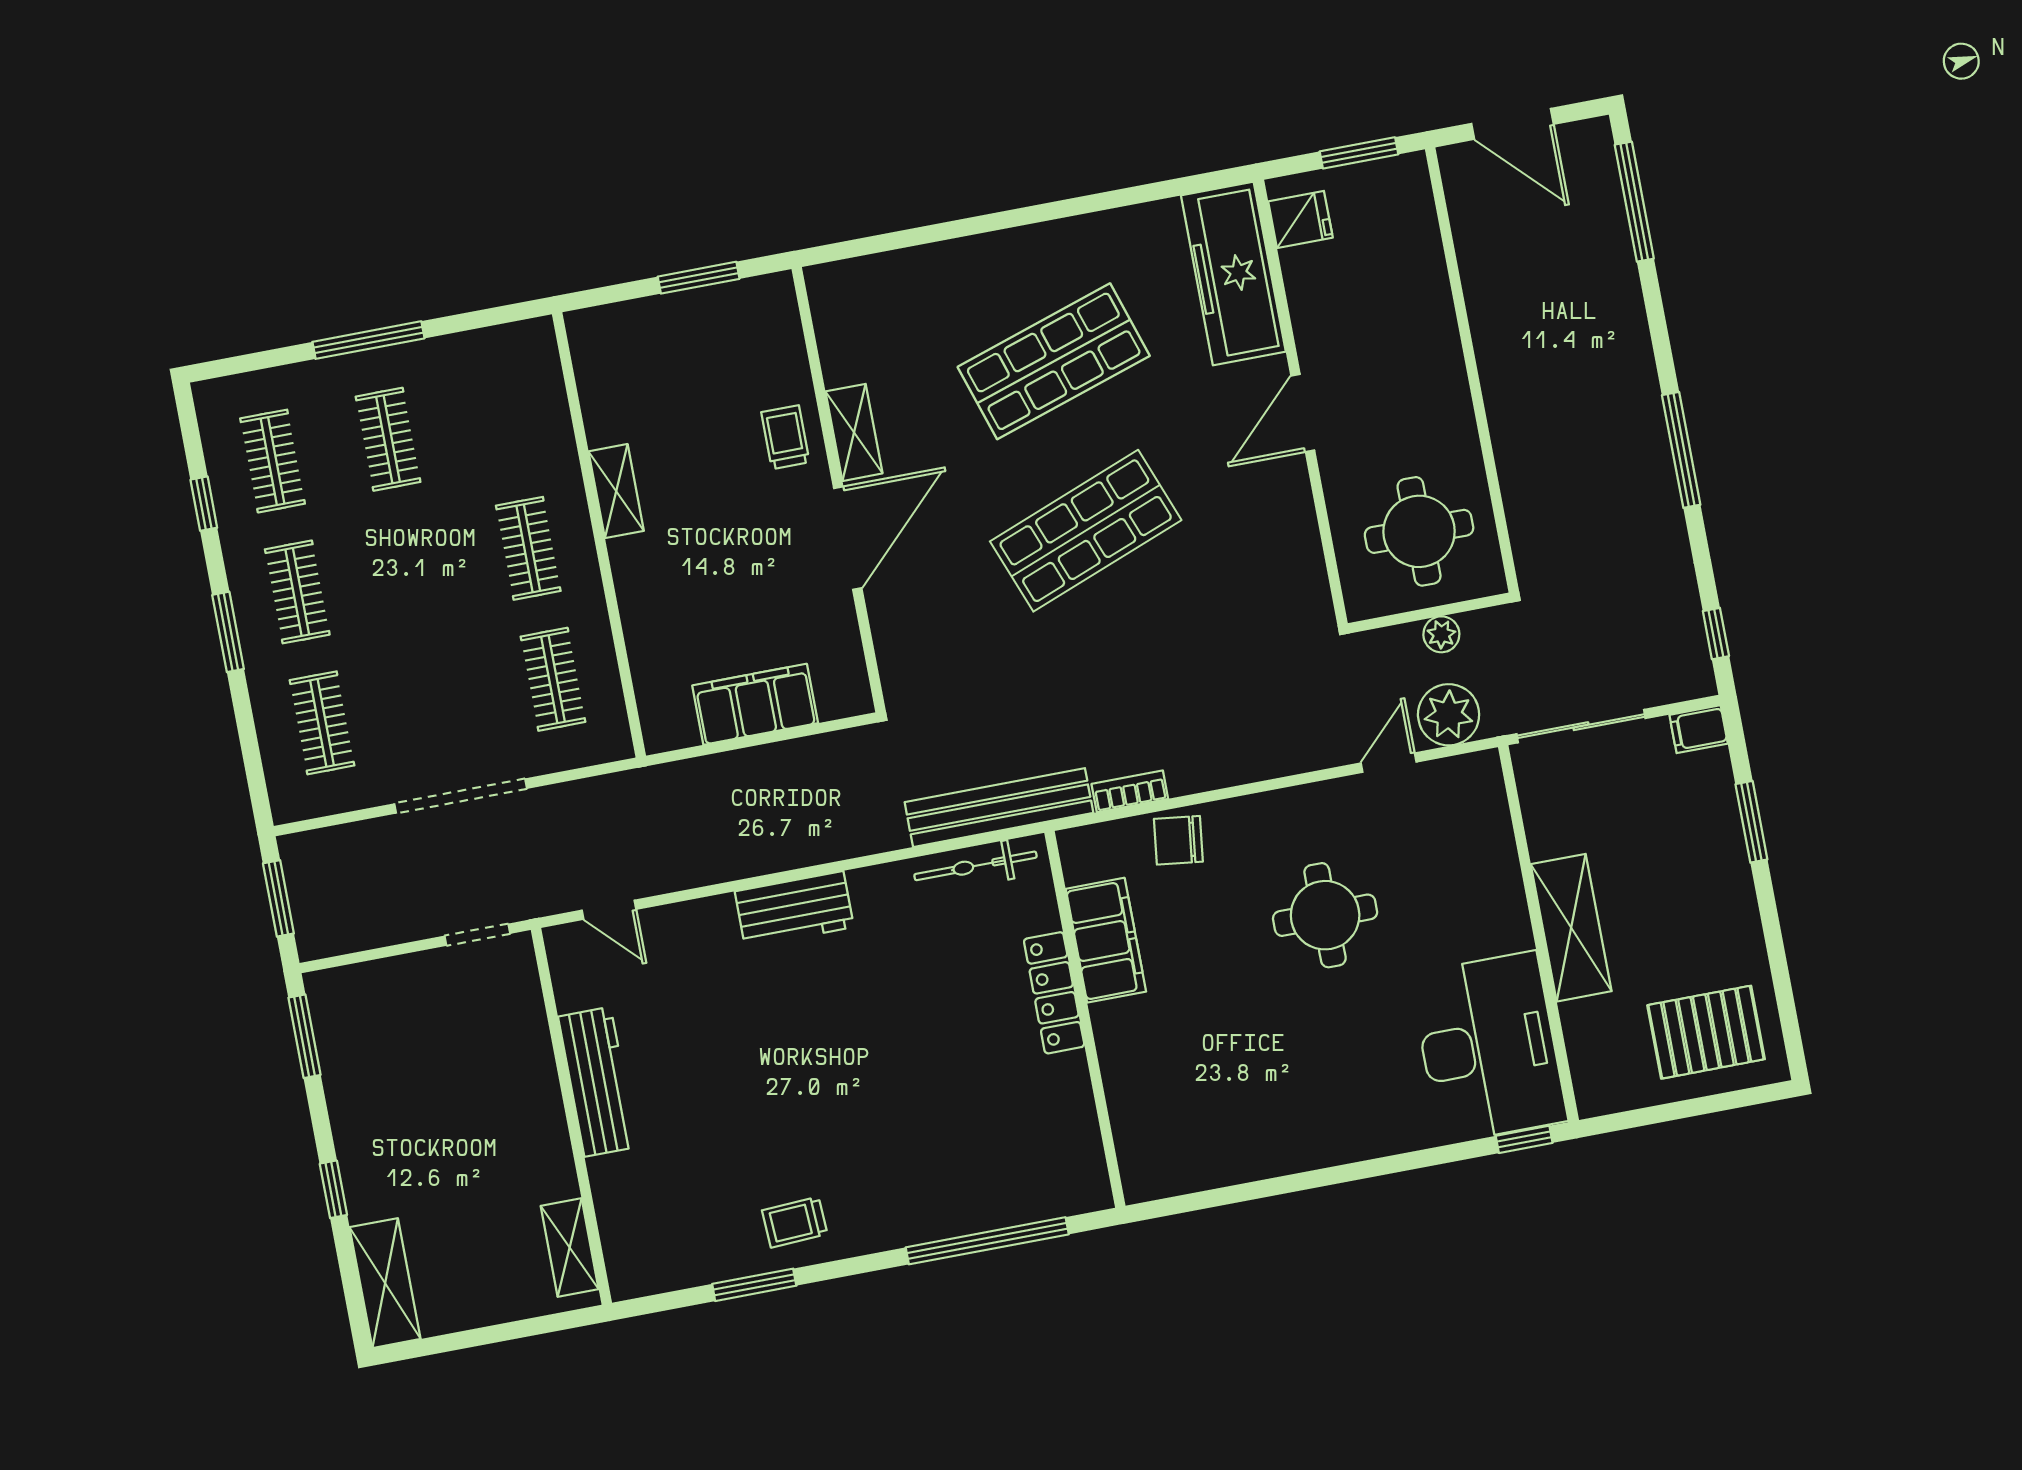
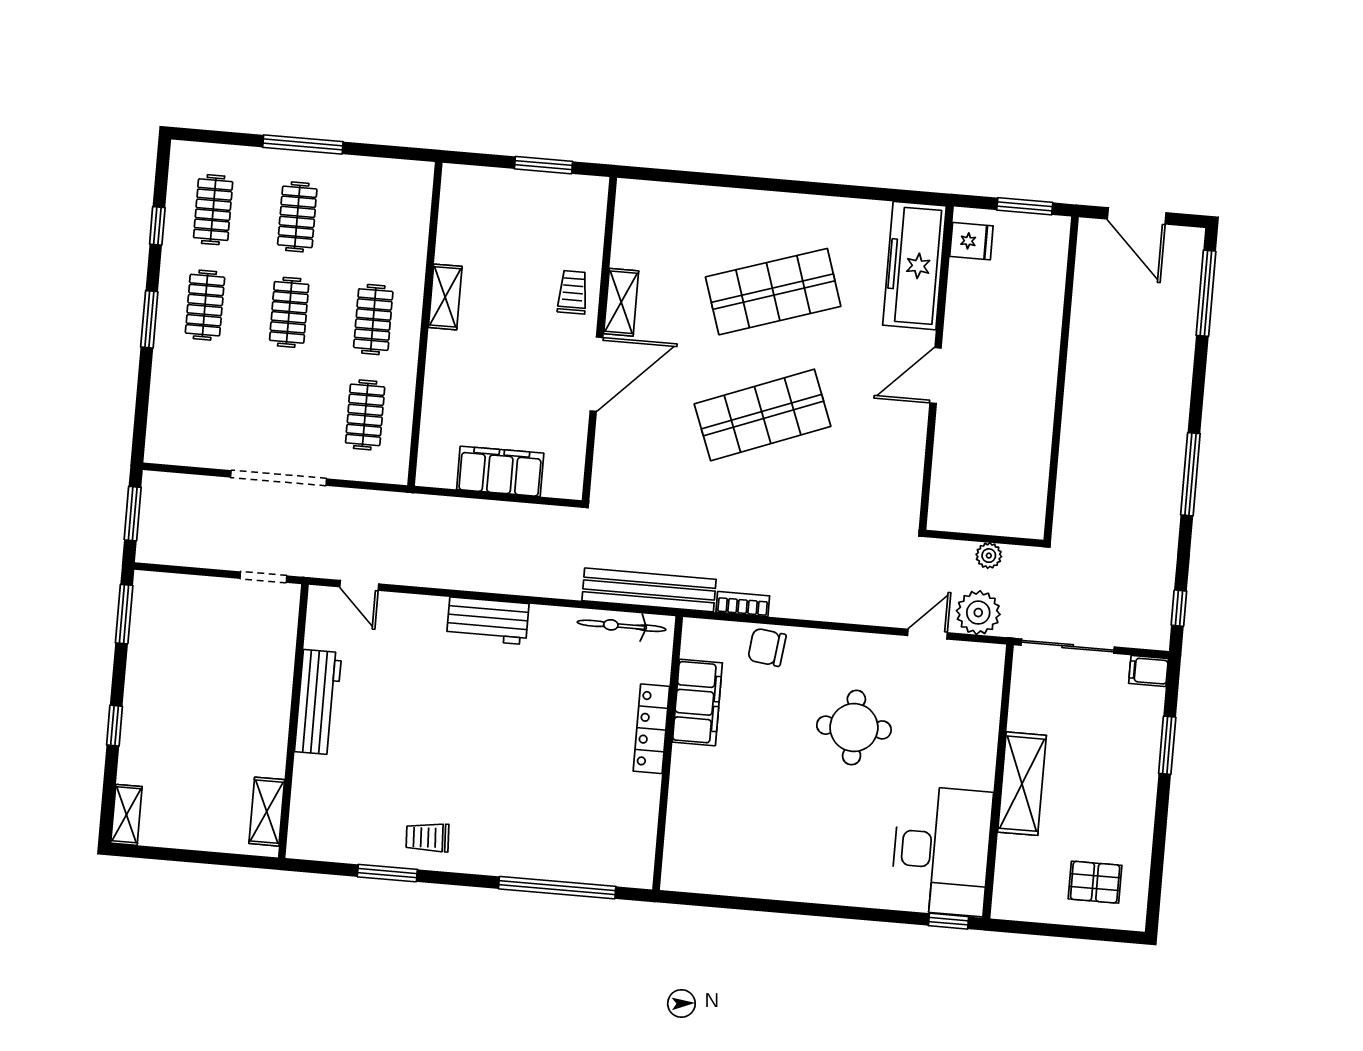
round table: (1419, 531) -> (993, 480), removed
clothes rail: (322, 723) -> (289, 312), moved
pallet: (1706, 1032) -> (1095, 882), width x0.67, depth x0.71
shelving: (385, 1283) -> (126, 815), width x0.67, depth x0.75

